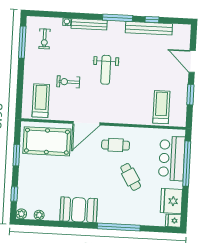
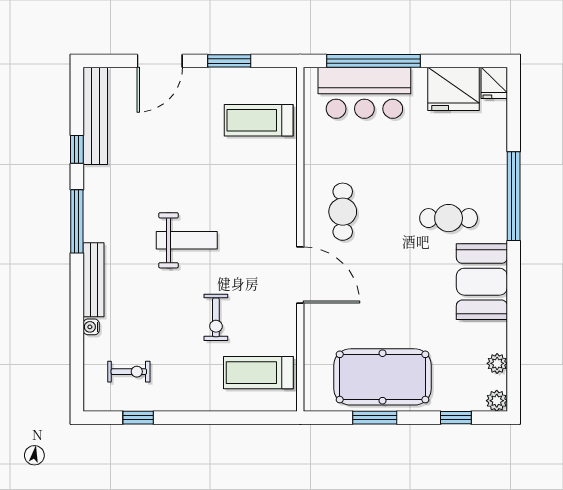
bench: (149, 28) -> (95, 116), moved
window: (22, 42) -> (138, 418), width x0.46
pool table: (47, 141) -> (383, 377), moved, turned 90
cafe table: (131, 177) -> (449, 218), moved, turned 31

